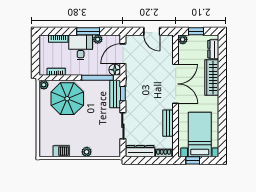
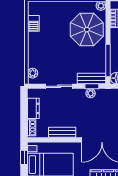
plant: (130, 95) -> (91, 93), added
dresser: (140, 151) -> (33, 108), width x0.70
plant: (87, 152) -> (33, 73), moved

